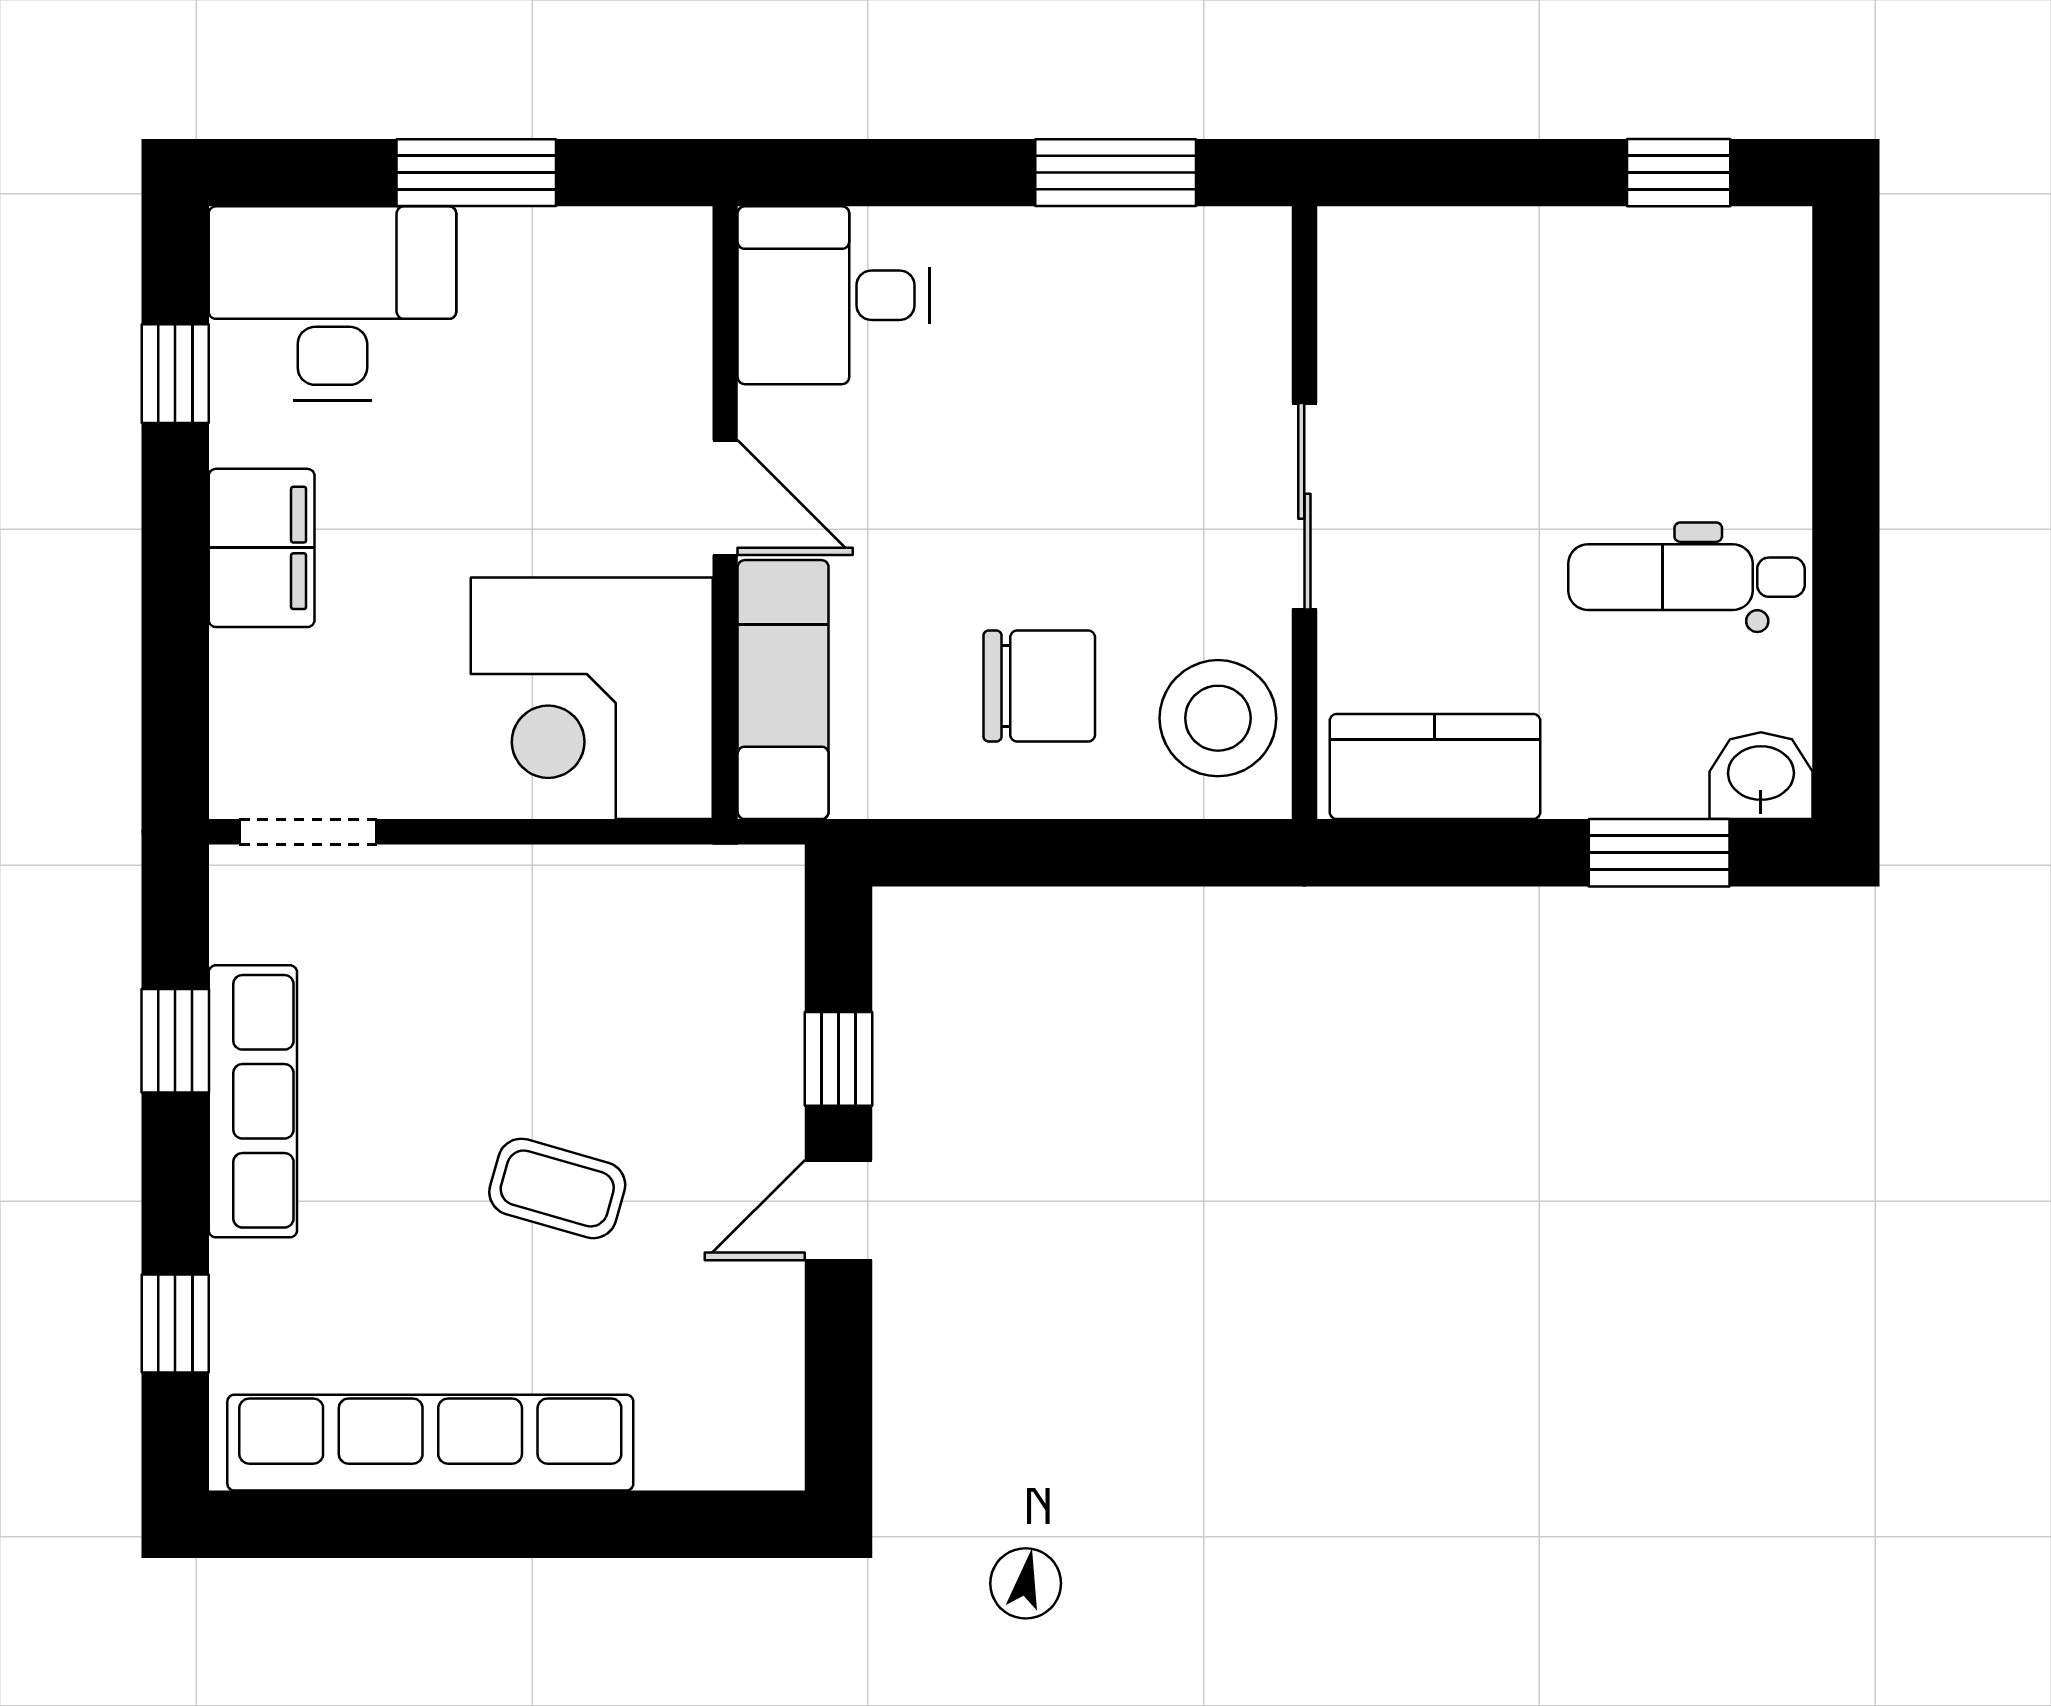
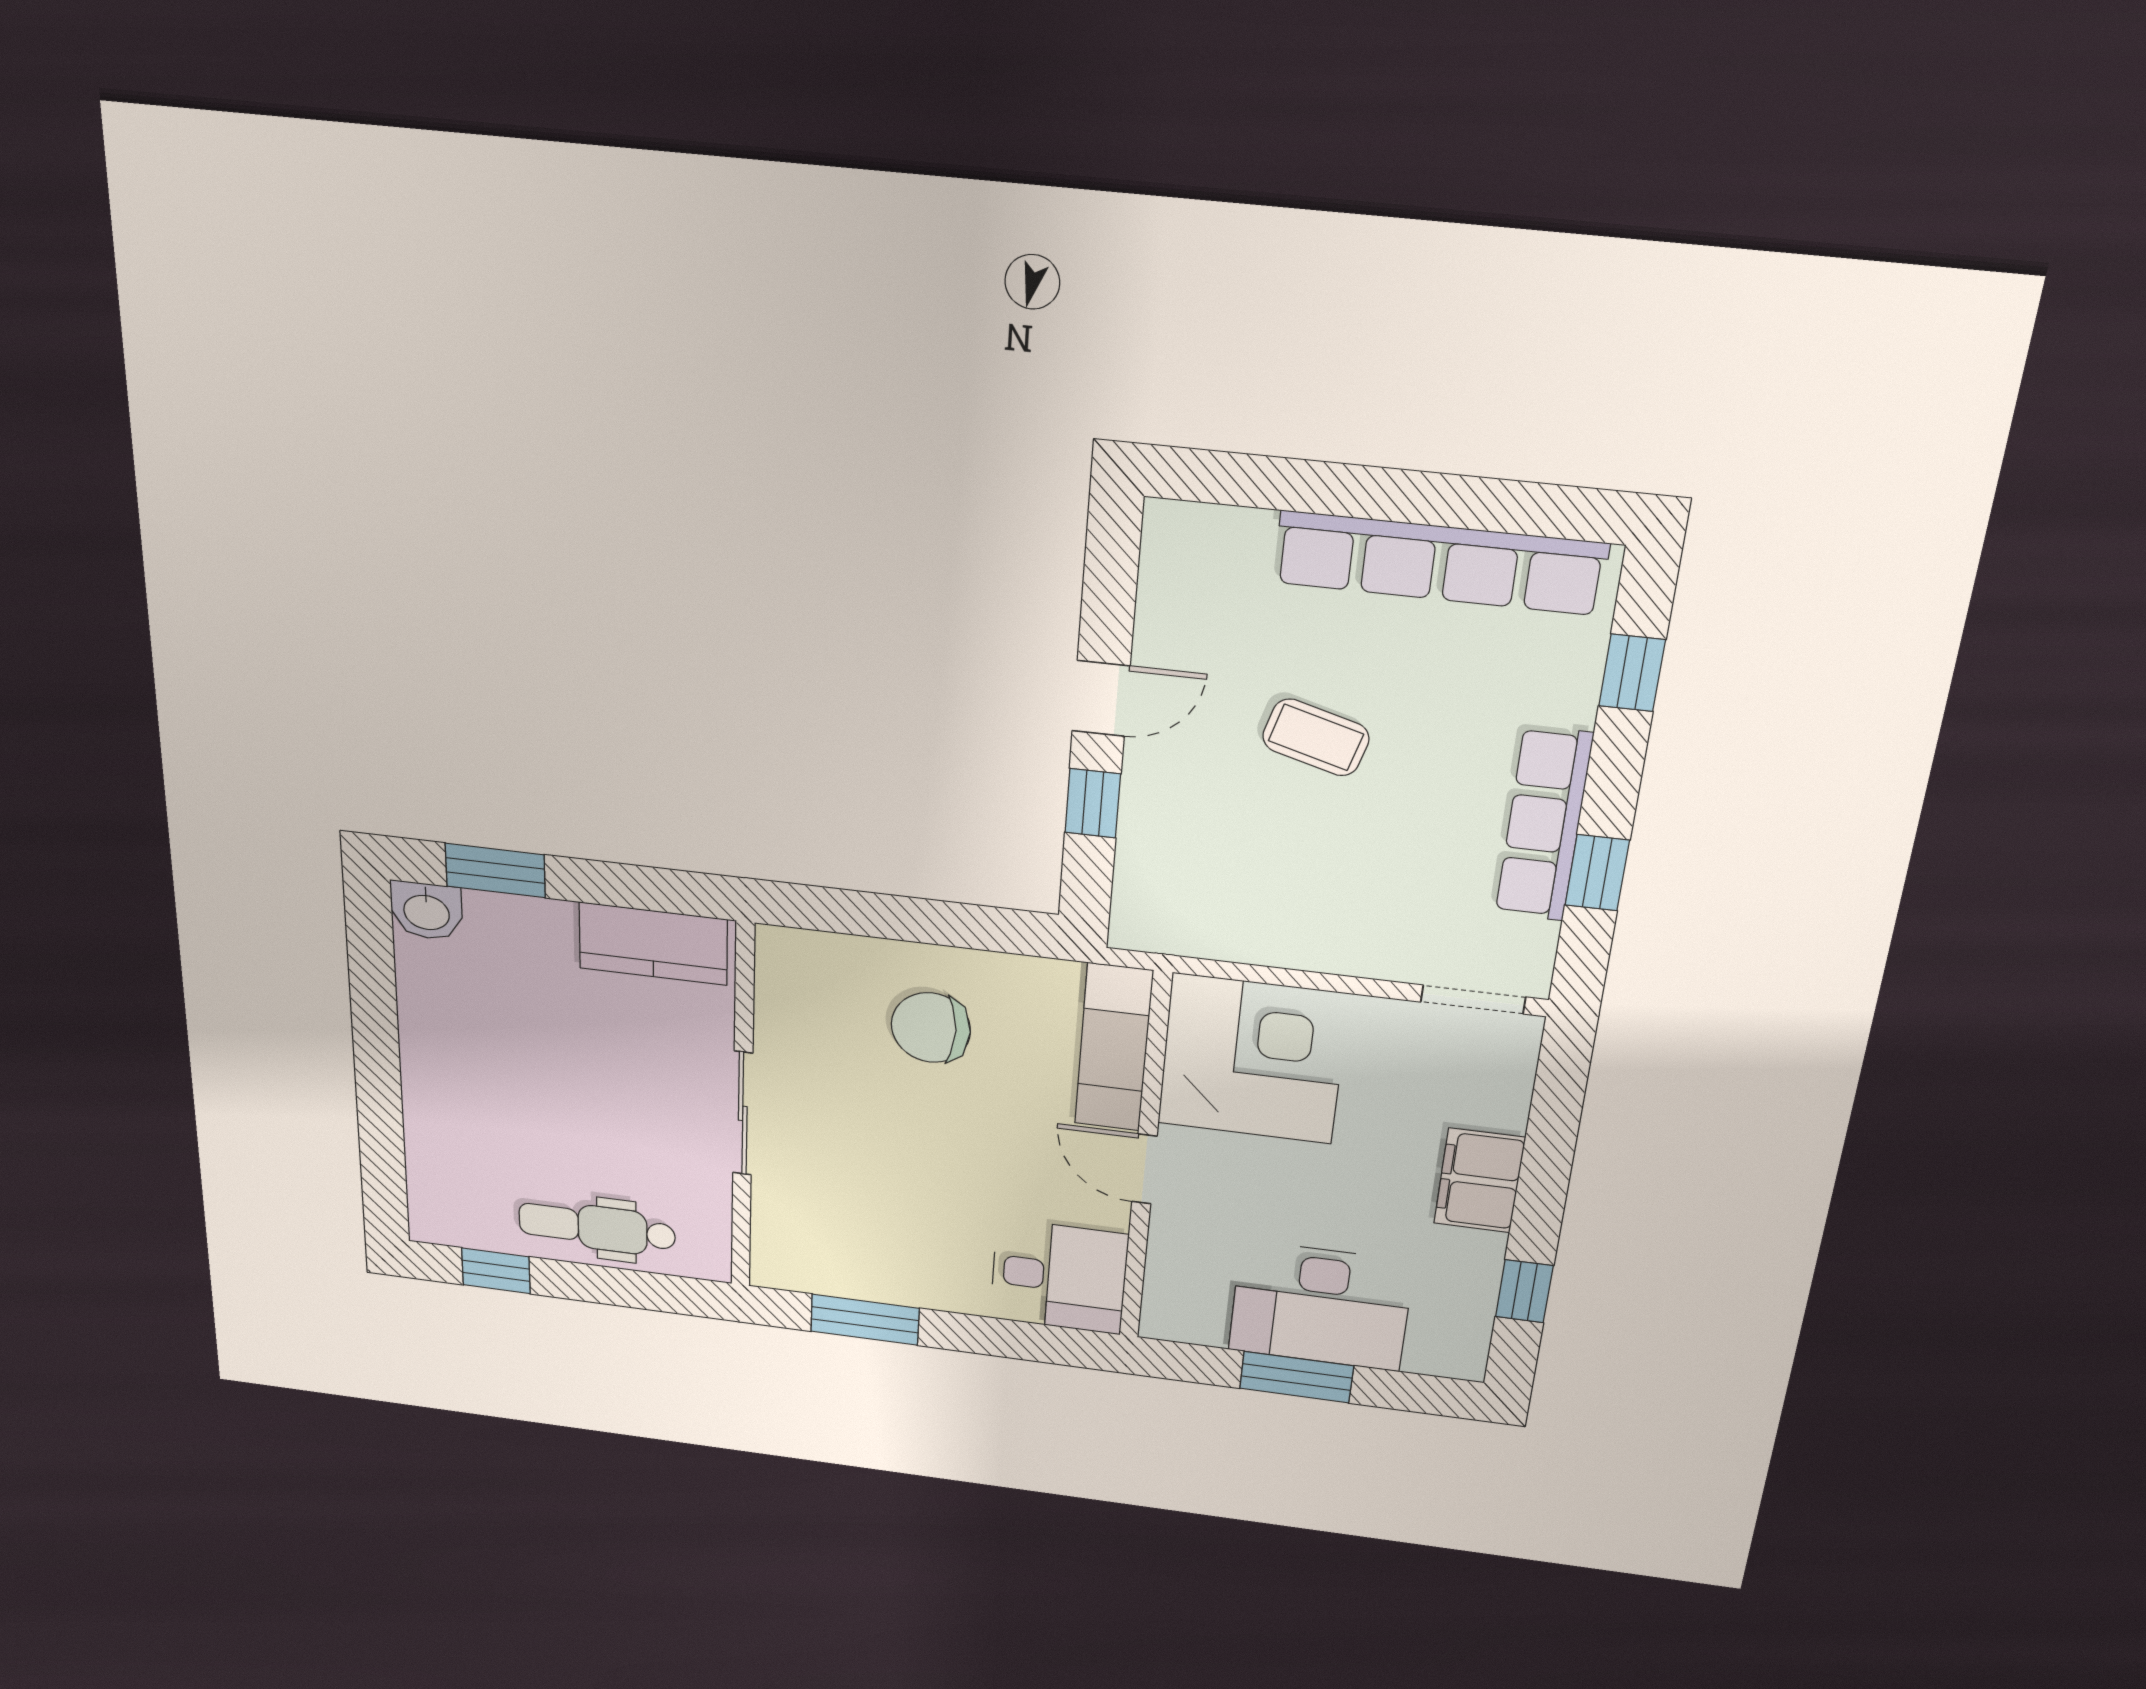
desk: (332, 303) -> (1321, 1306), moved
dental chair: (1686, 577) -> (597, 1228), moved, turned 180
stool: (1218, 718) -> (805, 992), removed

